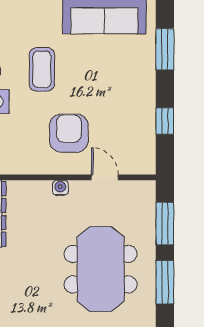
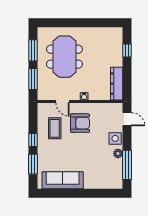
coffee table: (42, 69) -> (55, 128), moved
window: (165, 121) -> (33, 140), moved
armchair: (69, 133) -> (80, 123), turned -90

